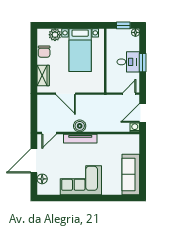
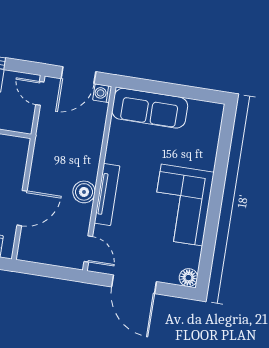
door: (143, 113) -> (78, 75), hinge flipped
sofa: (131, 174) -> (150, 108), moved
floor lamp: (42, 179) -> (188, 278), moved

